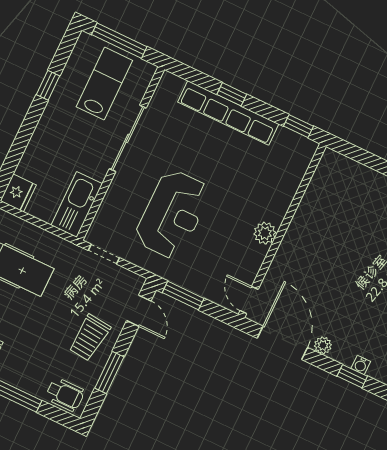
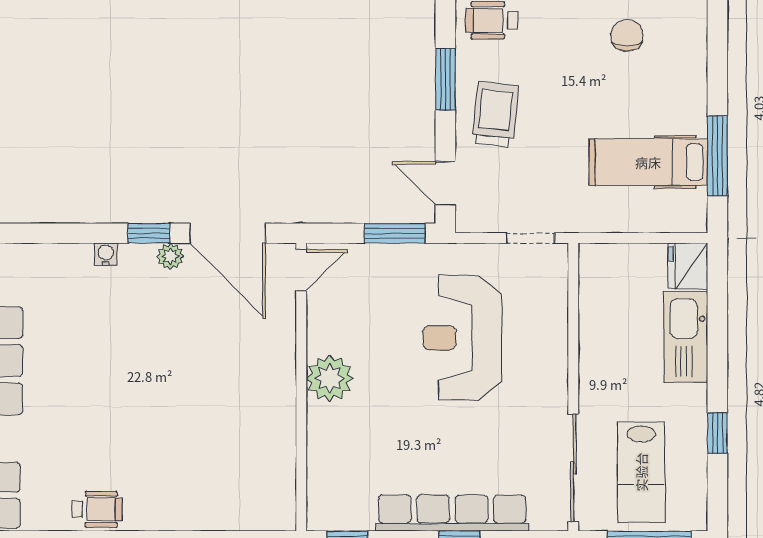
sliding door: (128, 138) -> (573, 468), moved
kitchen sink: (77, 205) -> (686, 337), moved, turned 180
plant: (265, 233) -> (330, 378), width x1.36, depth x1.36
door: (249, 300) -> (301, 270), hinge flipped
window: (352, 376) -> (149, 233), moved

